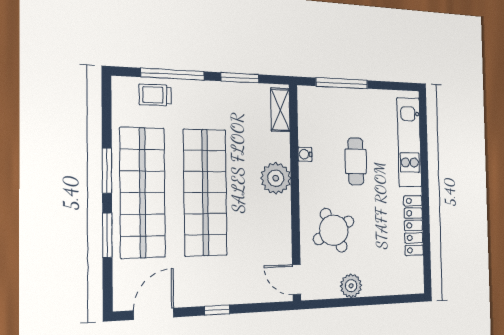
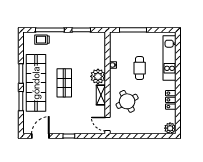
shelving: (280, 110) -> (101, 95), moved
shop shelf: (205, 192) -> (64, 83), width x0.50, depth x0.74
locker: (414, 225) -> (171, 100), width x0.66
plant: (351, 286) -> (170, 128), moved

